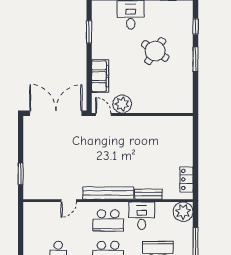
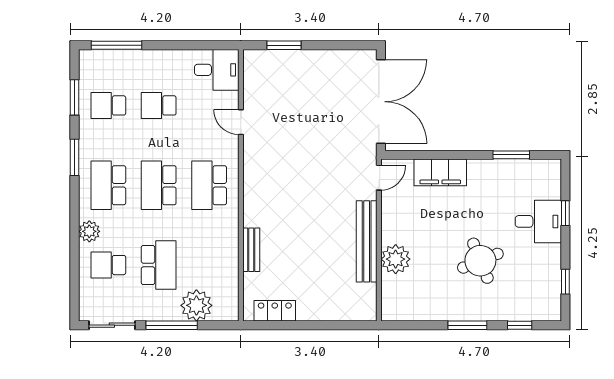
round table: (155, 51) -> (480, 261), turned 34
plant: (122, 104) -> (396, 259), moved
bench: (108, 193) -> (367, 241), moved
plant: (183, 212) -> (196, 305), moved
desk: (142, 216) -> (217, 70), moved

